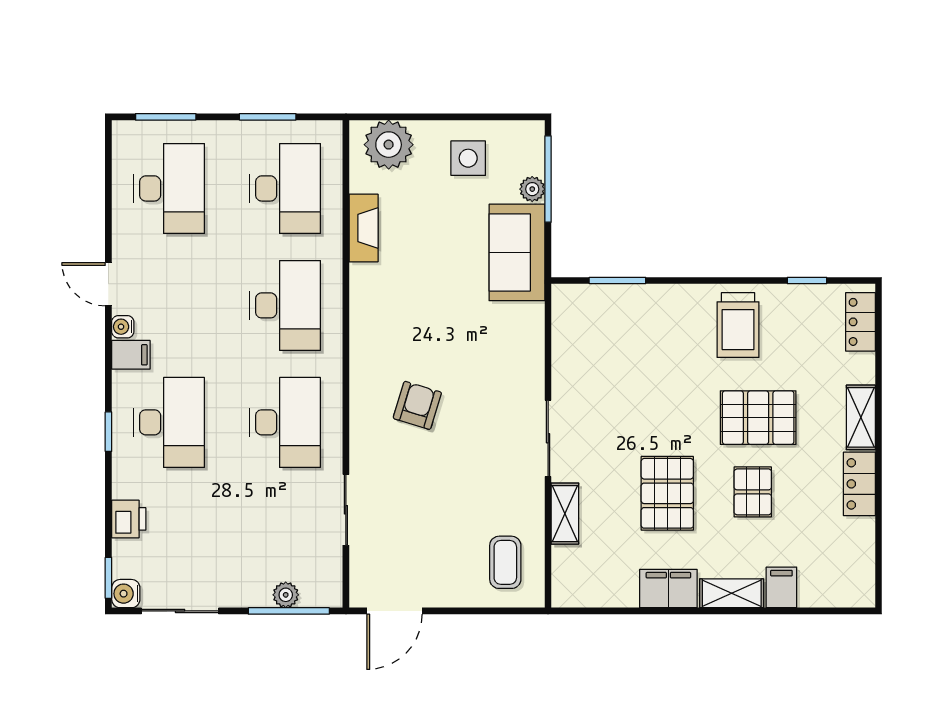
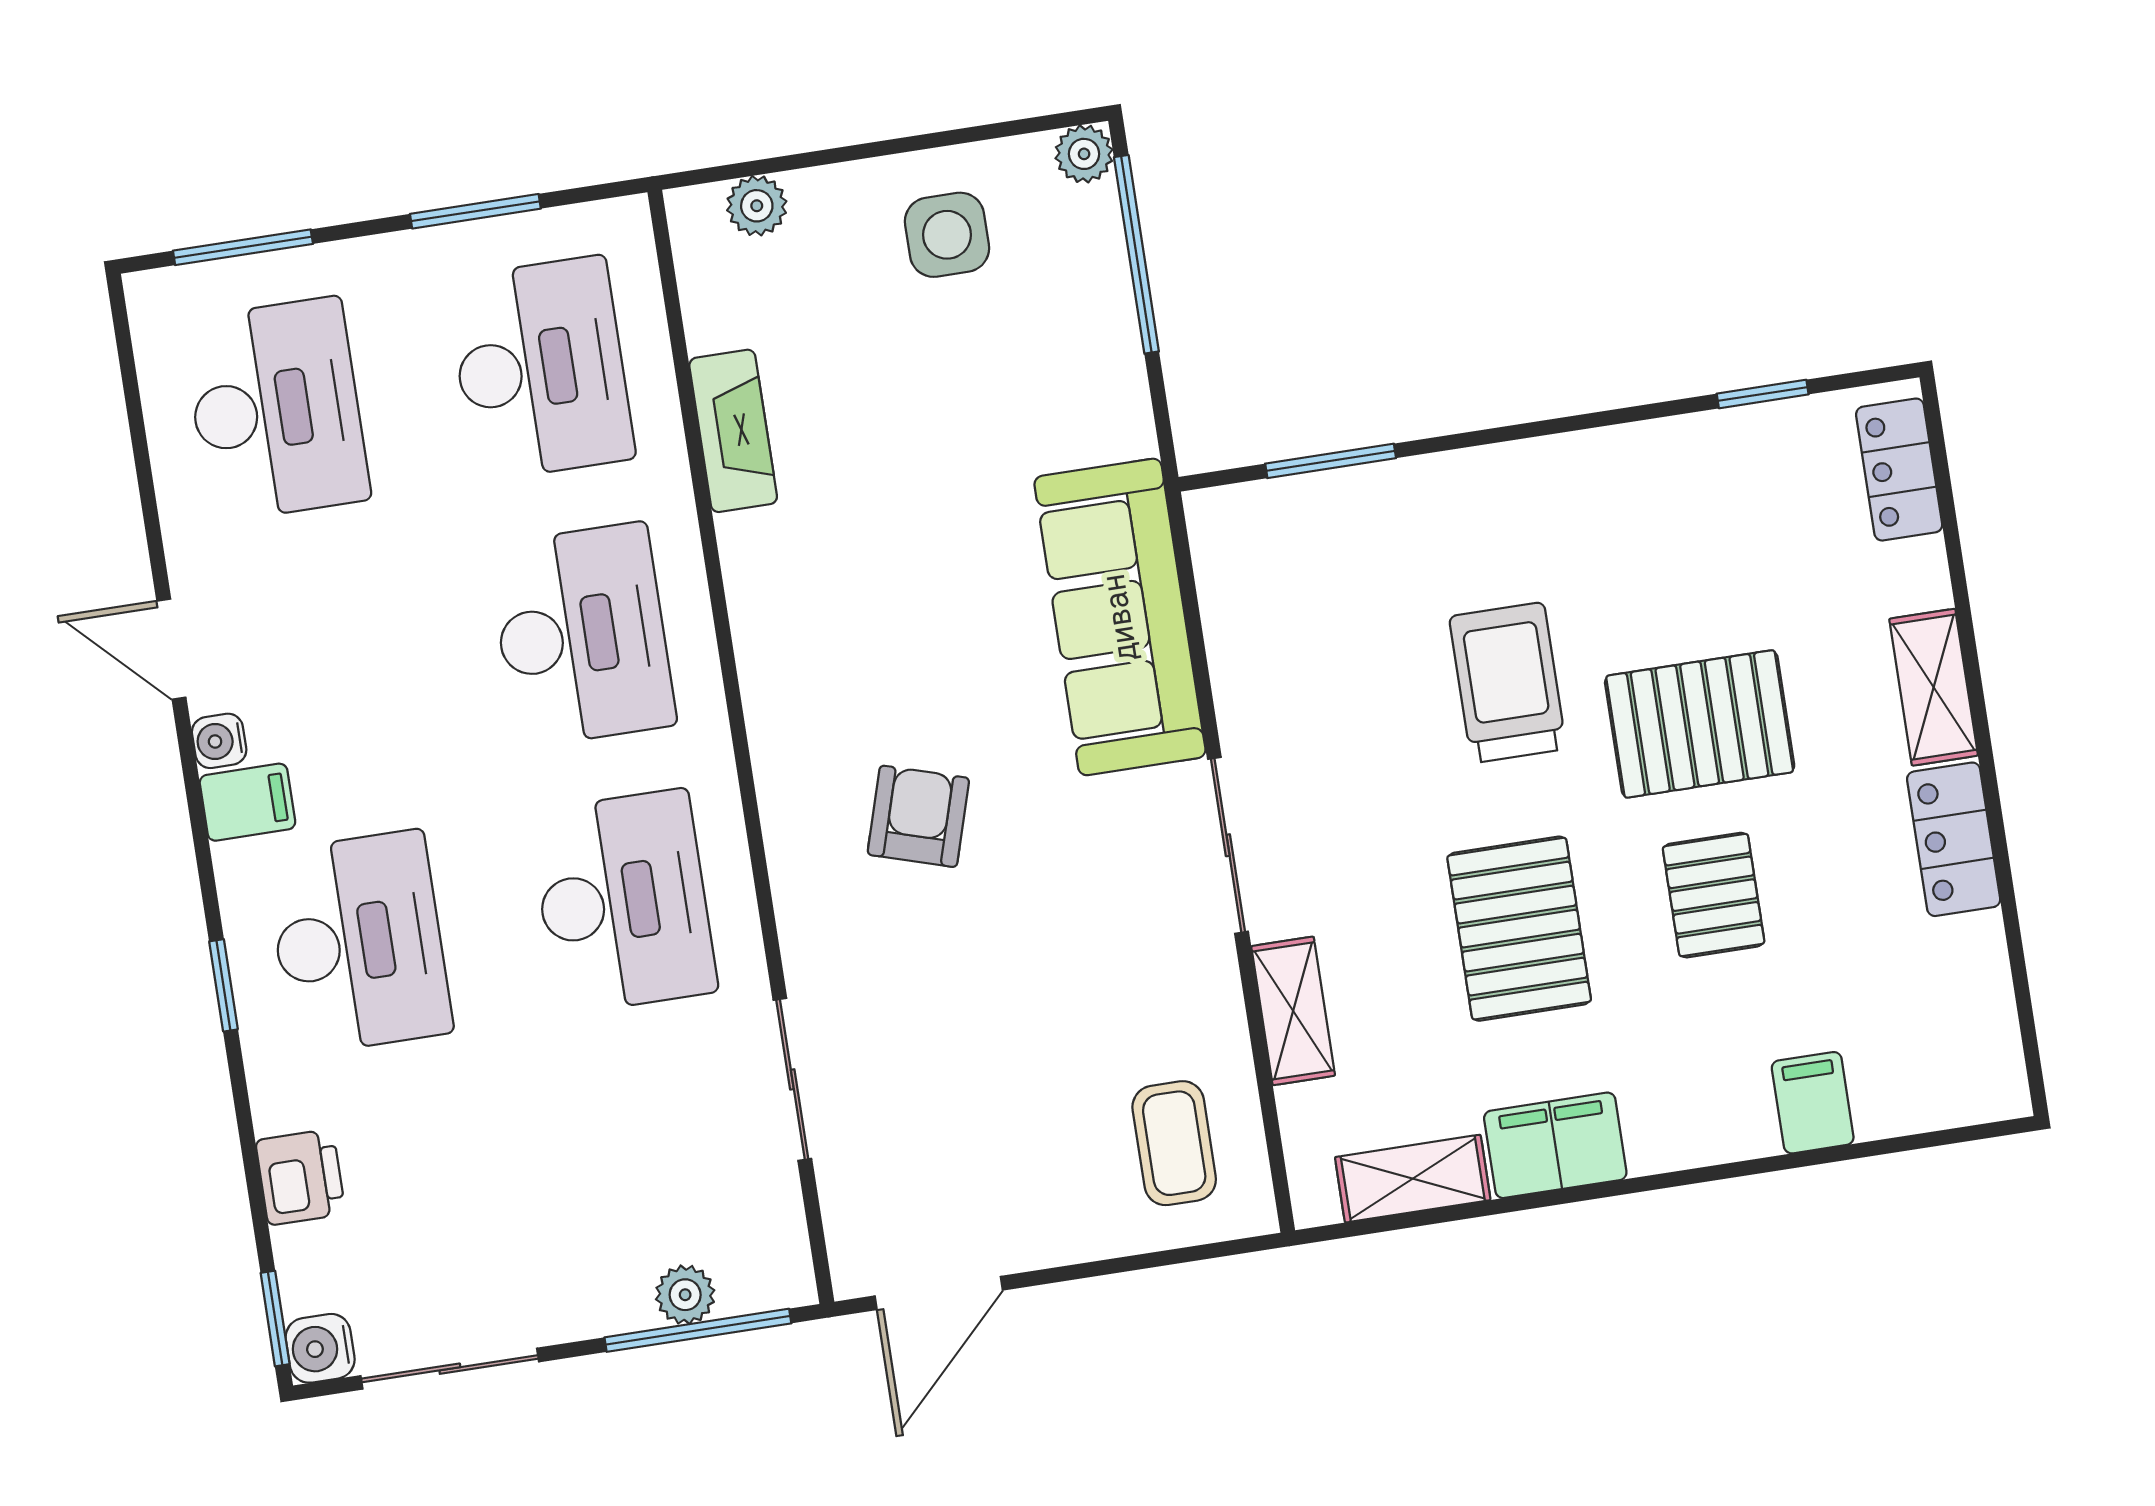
plant: (389, 145) -> (757, 206), width x0.53, depth x0.53
plant: (532, 189) -> (1084, 154), moved
sofa: (517, 252) -> (1120, 617), moved, width x1.36
trolley: (738, 325) -> (1508, 683), moved, turned 180
shelving: (732, 593) -> (1413, 1179), moved

